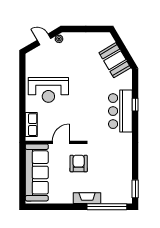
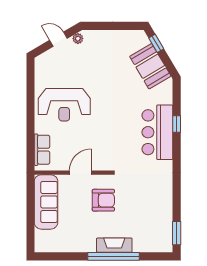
window: (119, 42) -> (156, 43), added
armchair: (79, 163) -> (103, 200), turned 90
sofa: (37, 172) -> (46, 202), width x0.74, depth x0.79
window: (107, 207) -> (113, 256), moved

